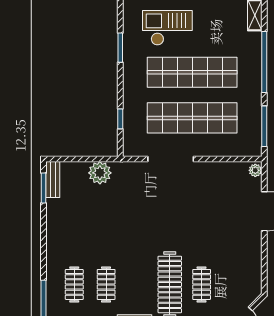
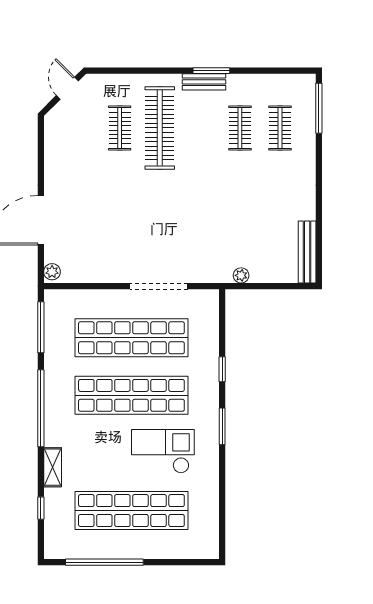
checkout: (167, 28) -> (163, 451), turned 180
window: (120, 119) -> (222, 369), moved
plant: (100, 173) -> (241, 275), width x0.53, depth x0.53
bench: (53, 179) -> (307, 252), width x1.36
window: (43, 188) -> (319, 250), removed

